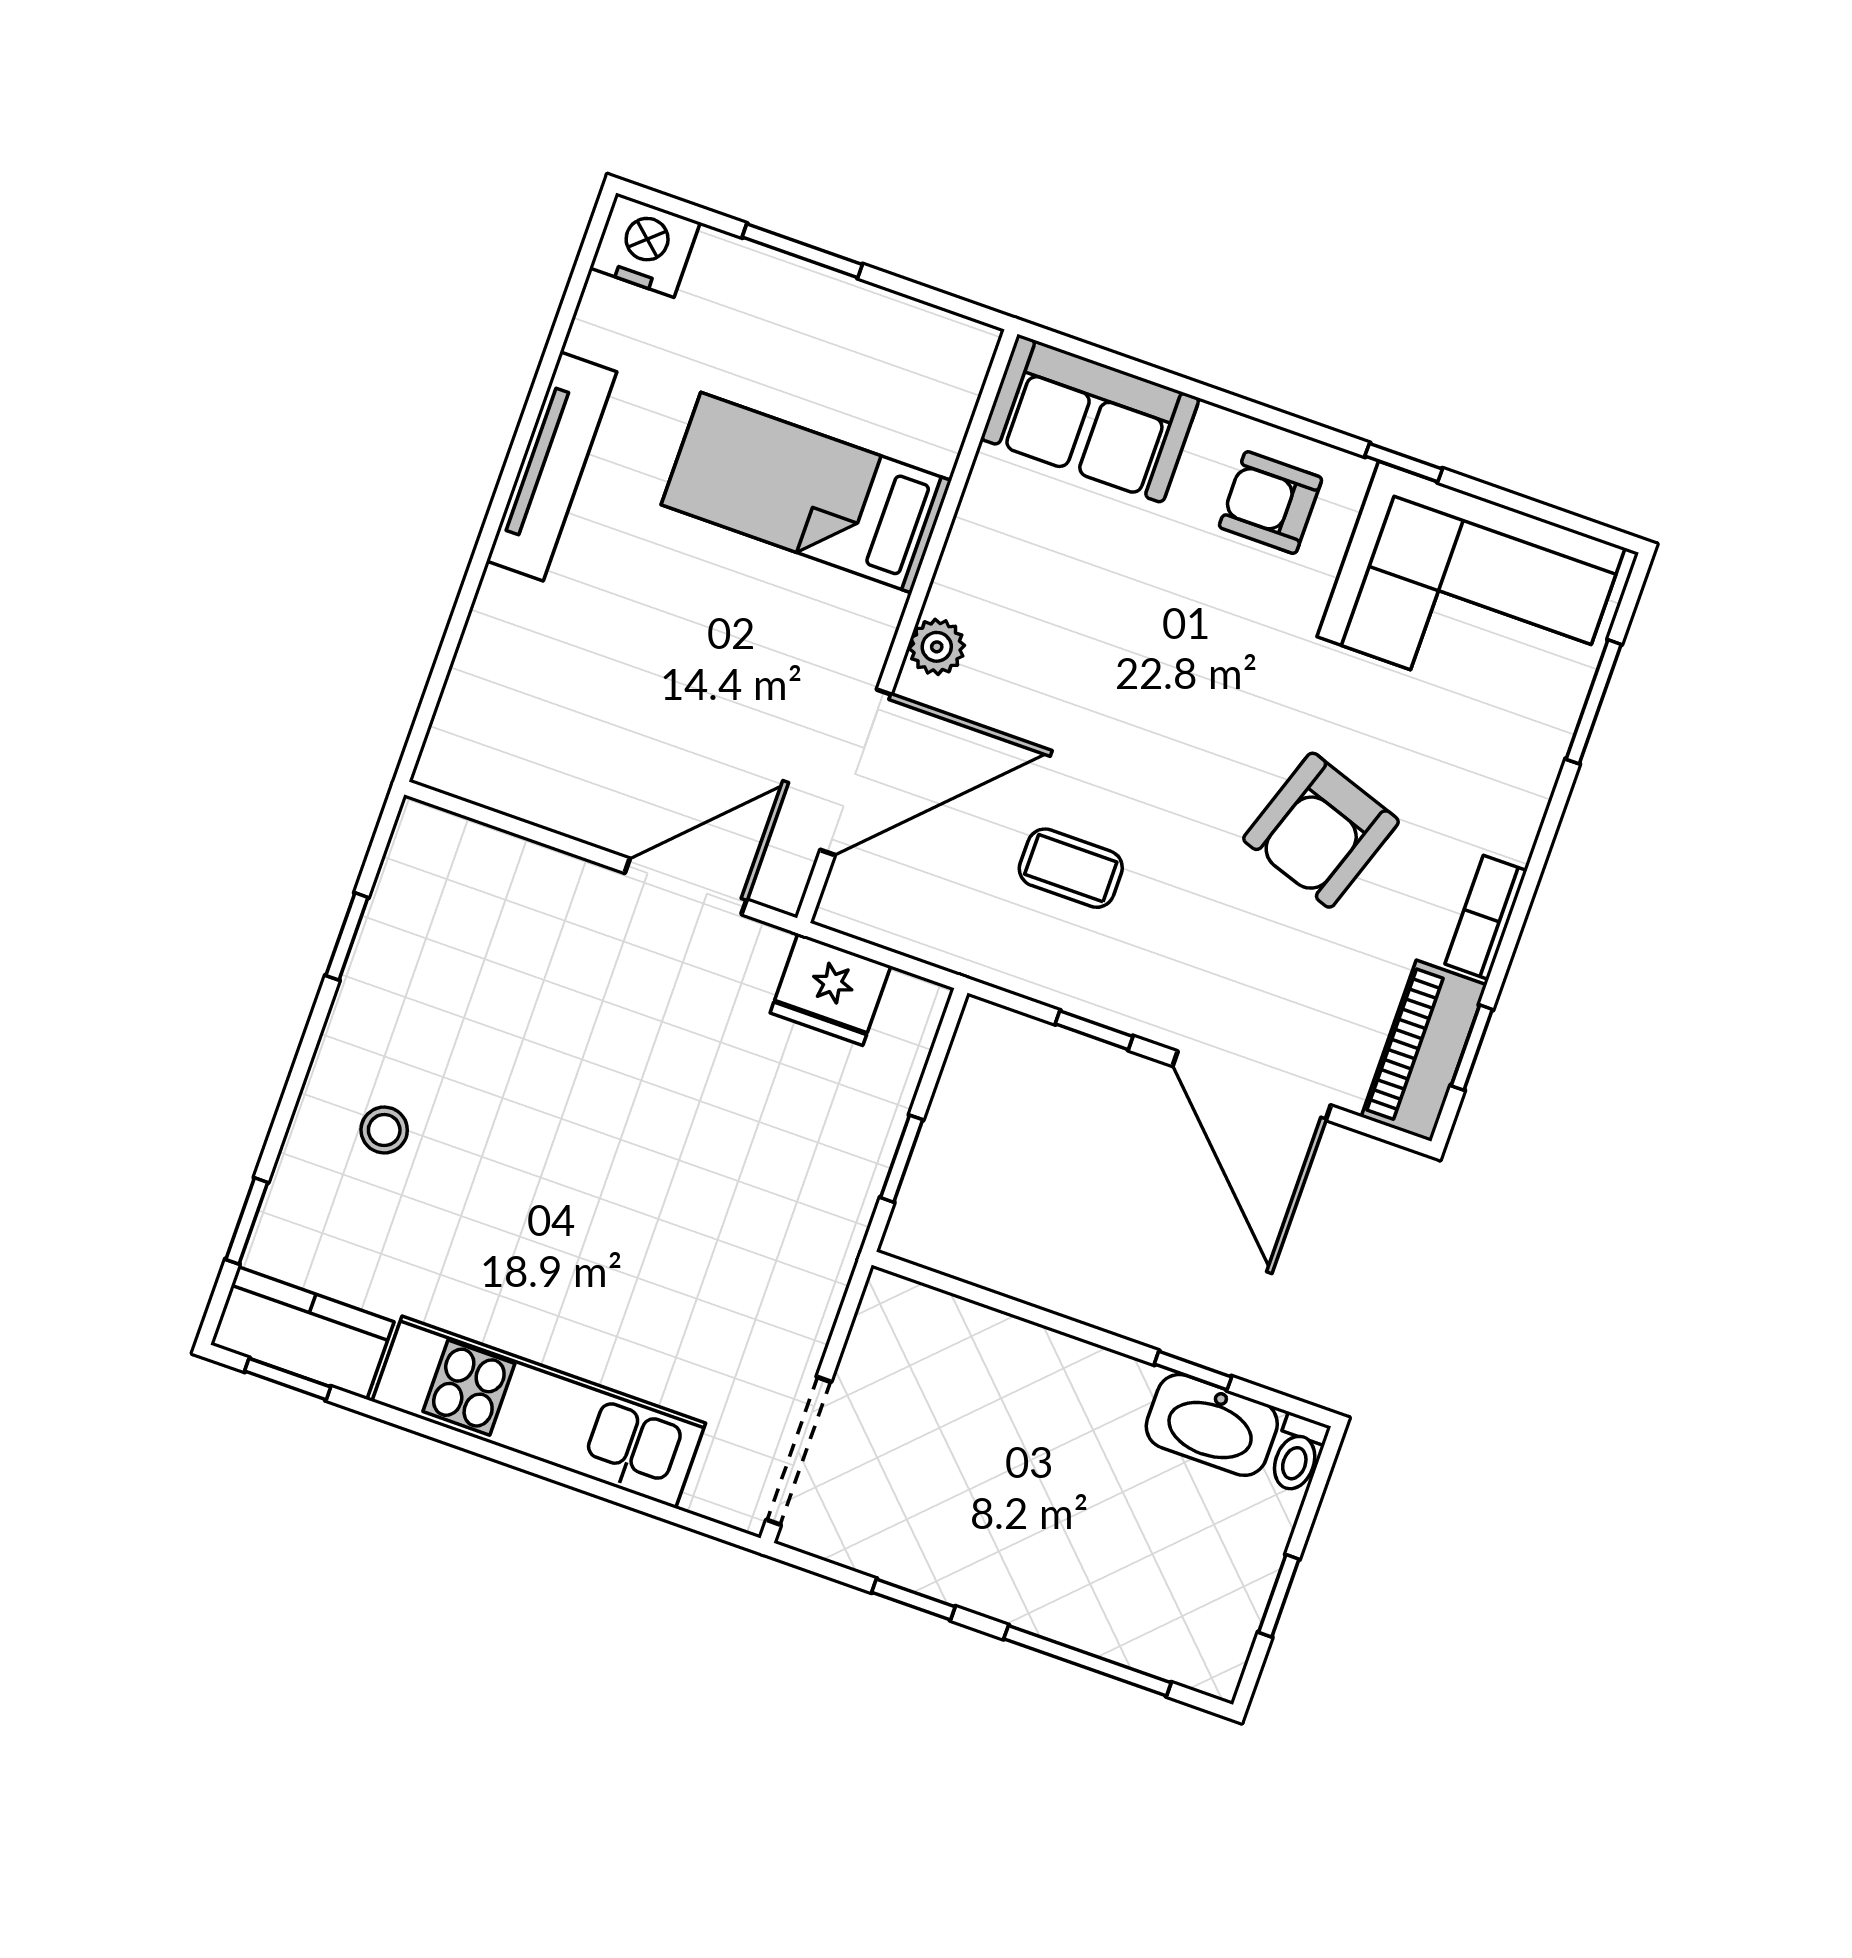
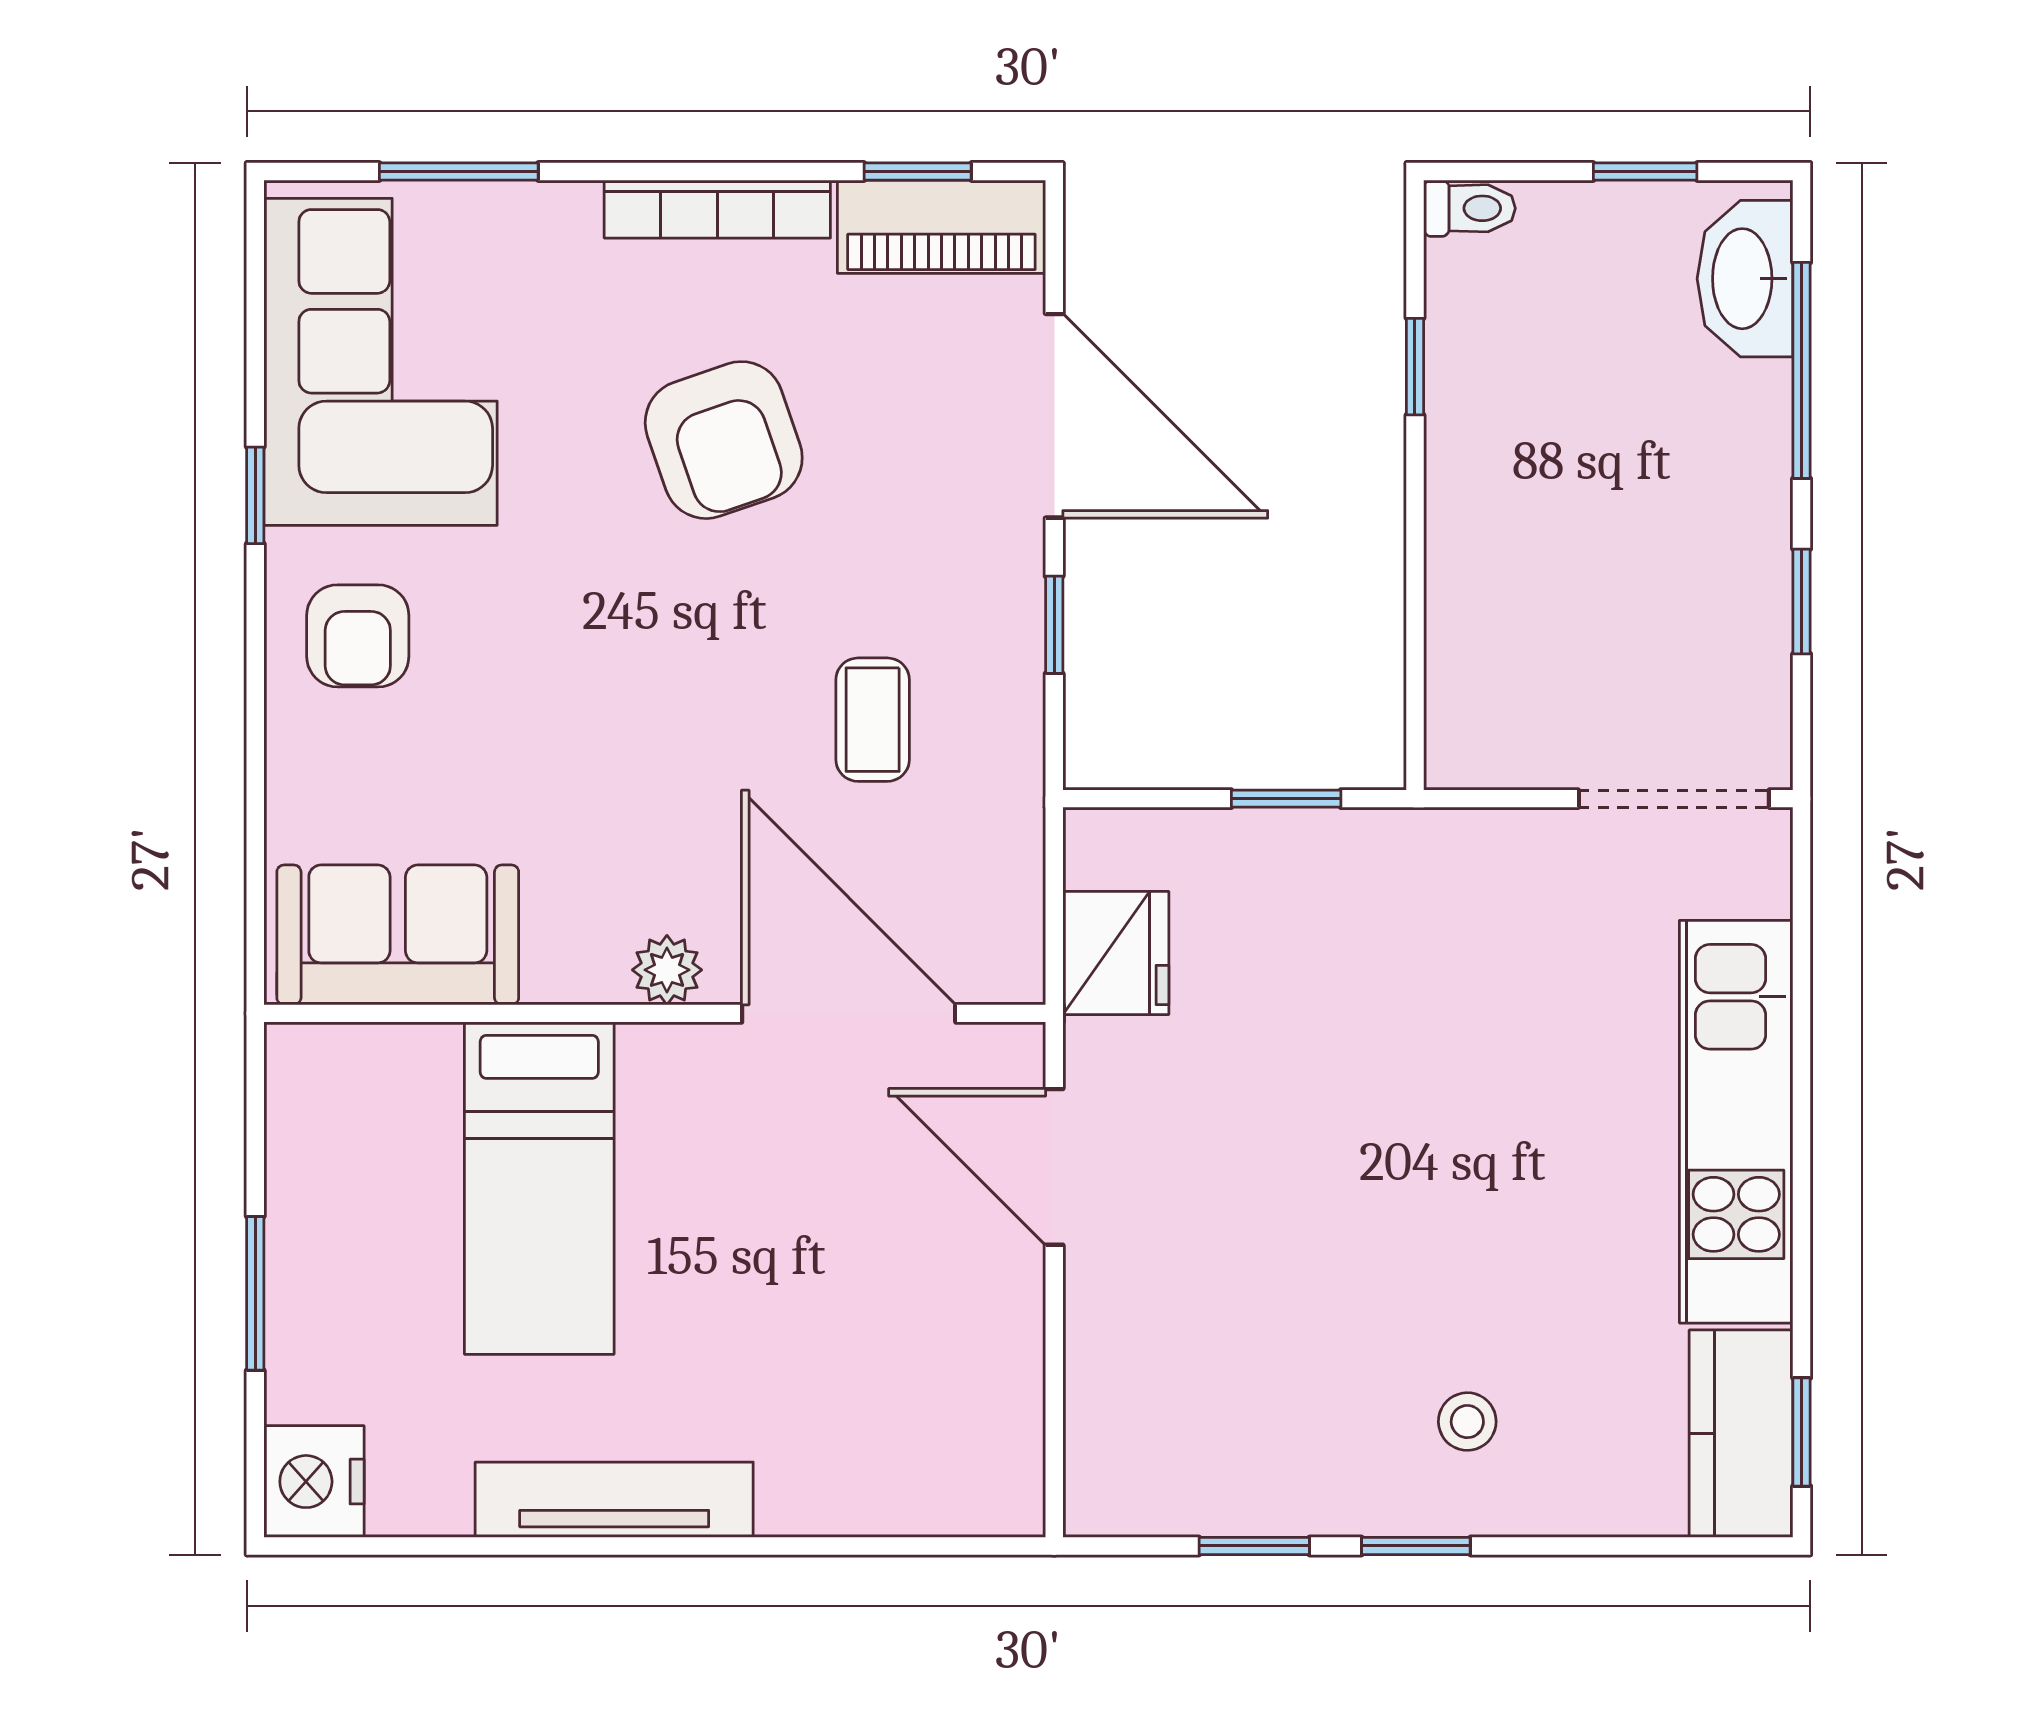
sofa: (1090, 419) -> (398, 935), moved, turned -90
armchair: (1321, 830) -> (724, 440), turned 52
bookcase: (1486, 917) -> (717, 209), width x1.56
door: (1252, 1086) -> (1054, 416), hinge flipped
window: (247, 1221) -> (1416, 1546), moved
washbasin: (1212, 1425) -> (1745, 279), moved, turned 180

